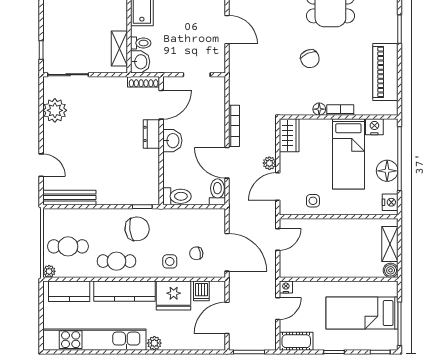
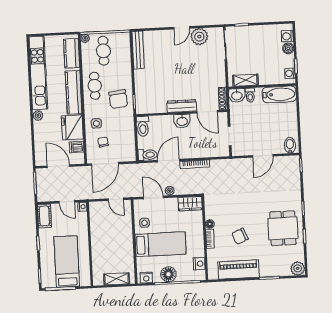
chair: (310, 59) -> (240, 236), moved
dresser: (151, 134) -> (182, 106), width x1.44
bed: (348, 154) -> (161, 244), moved, turned 180
door: (41, 165) -> (182, 28), moved
boiler: (391, 270) -> (98, 280), removed

